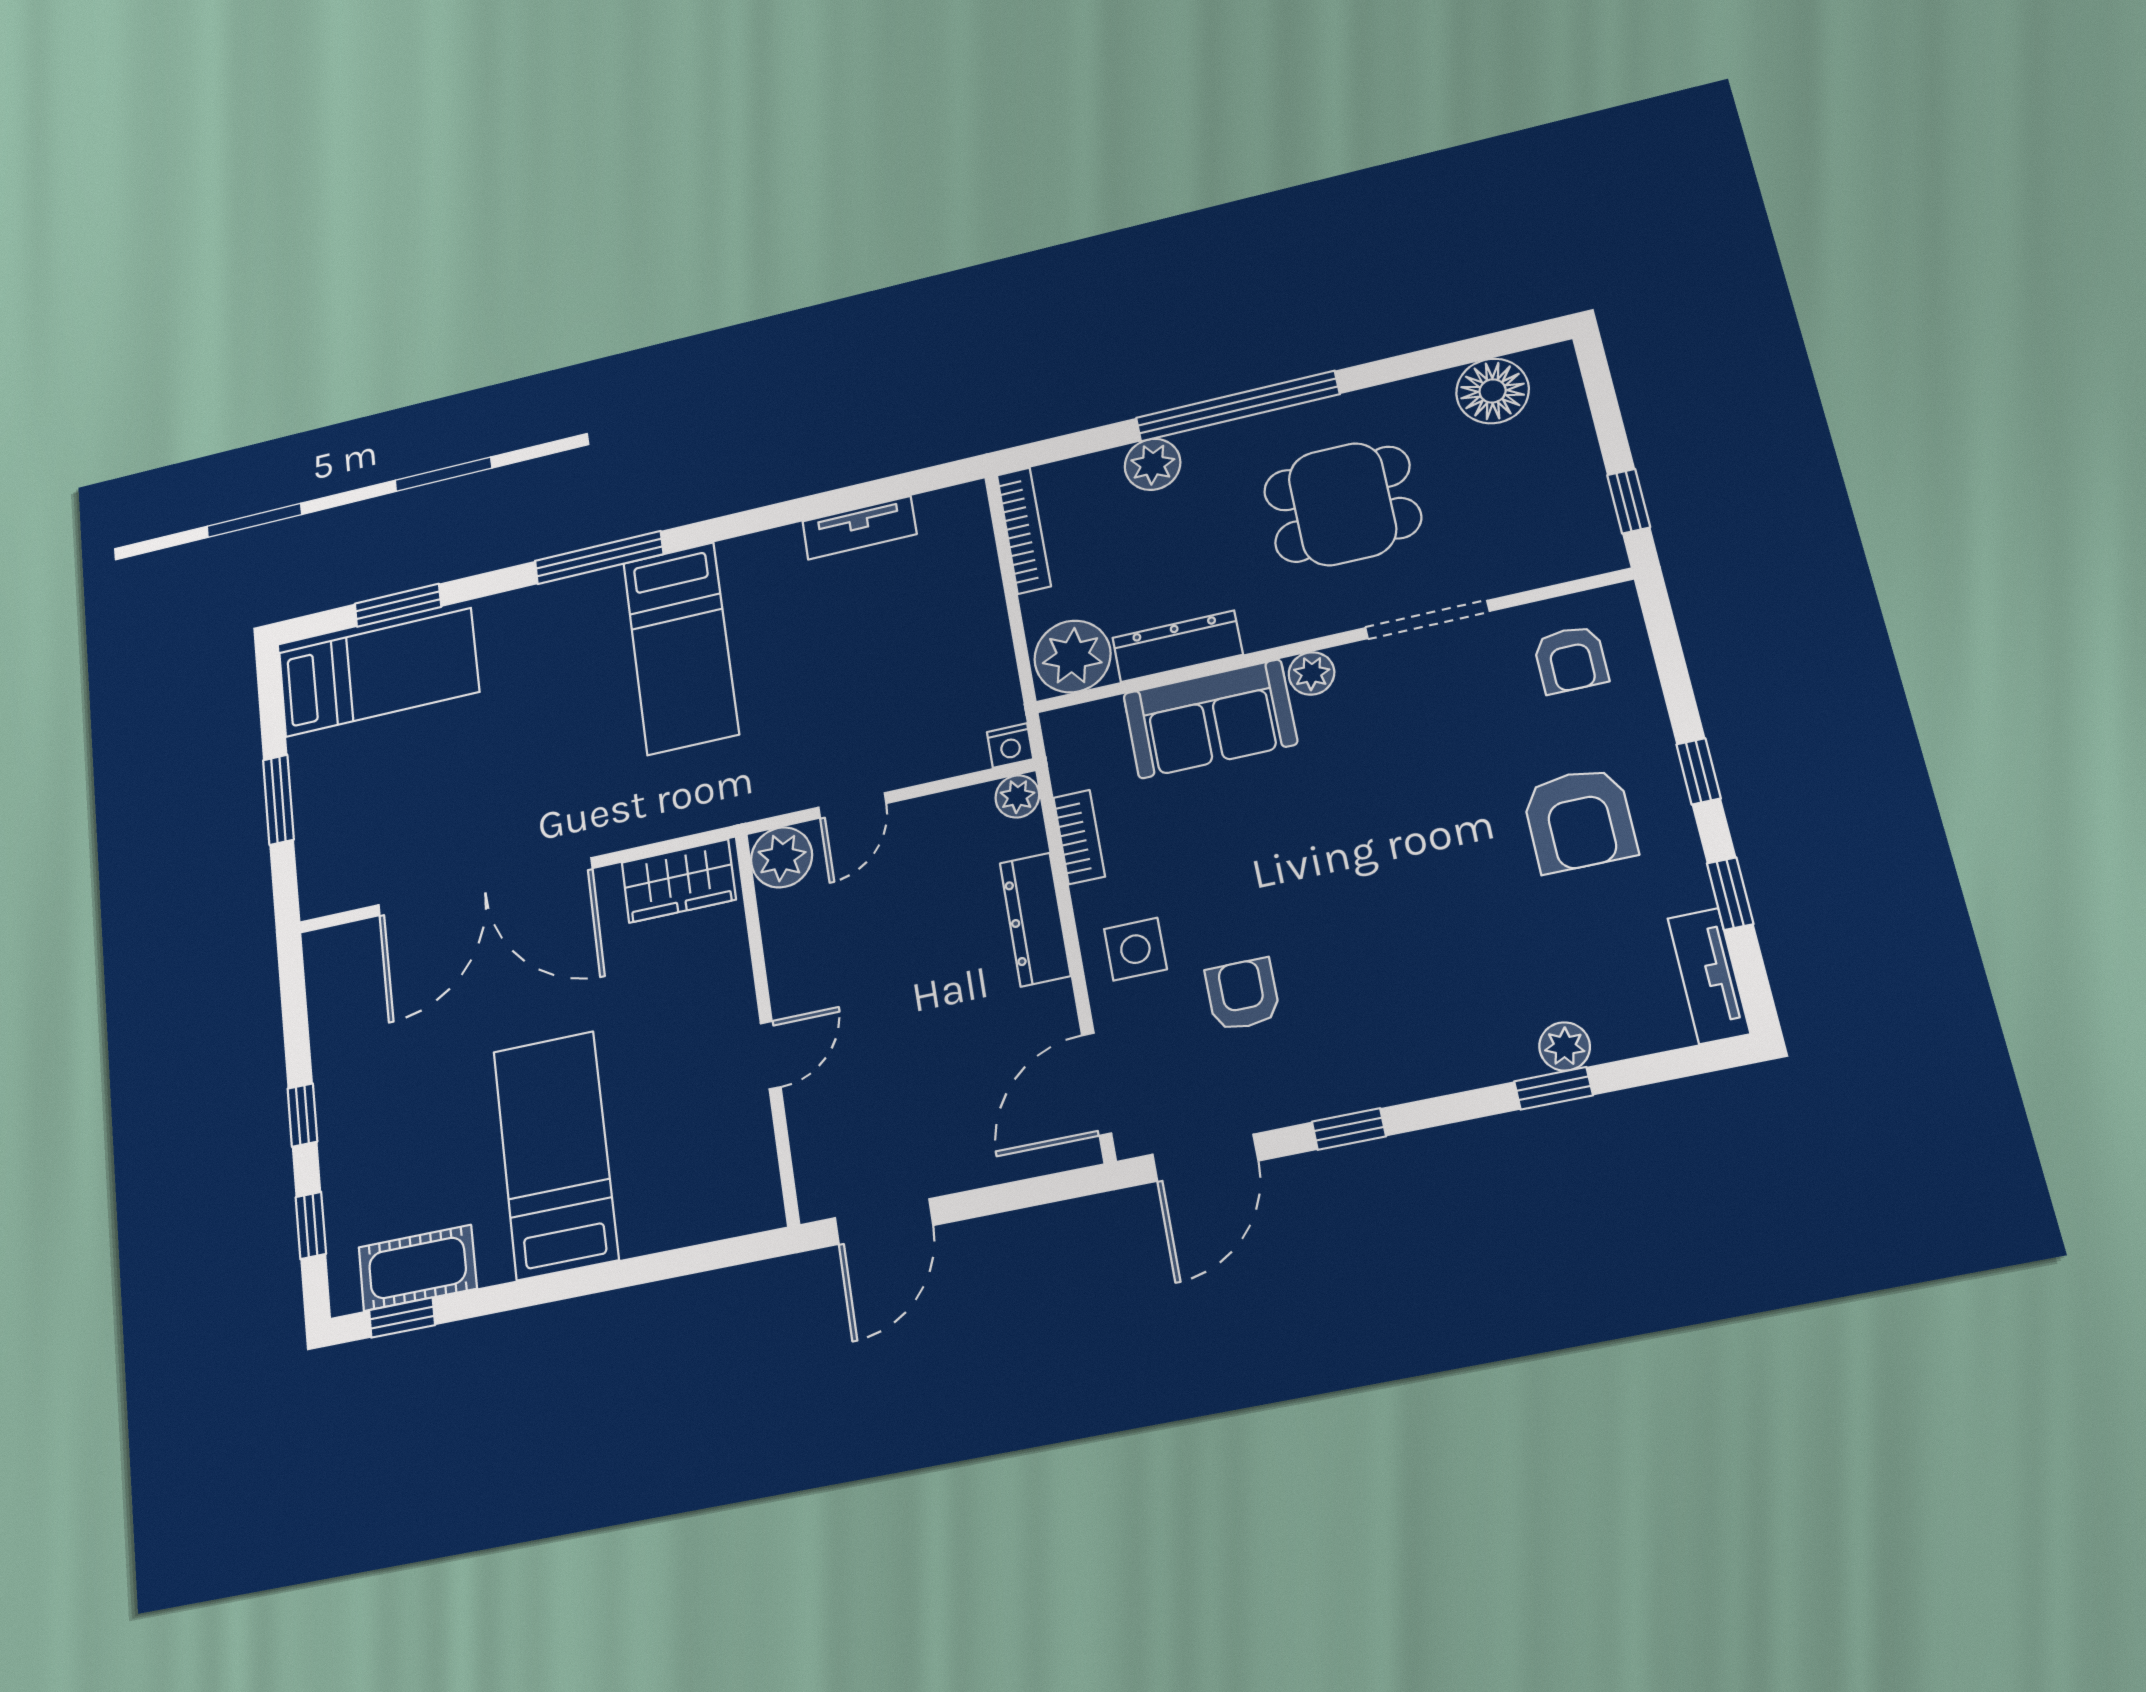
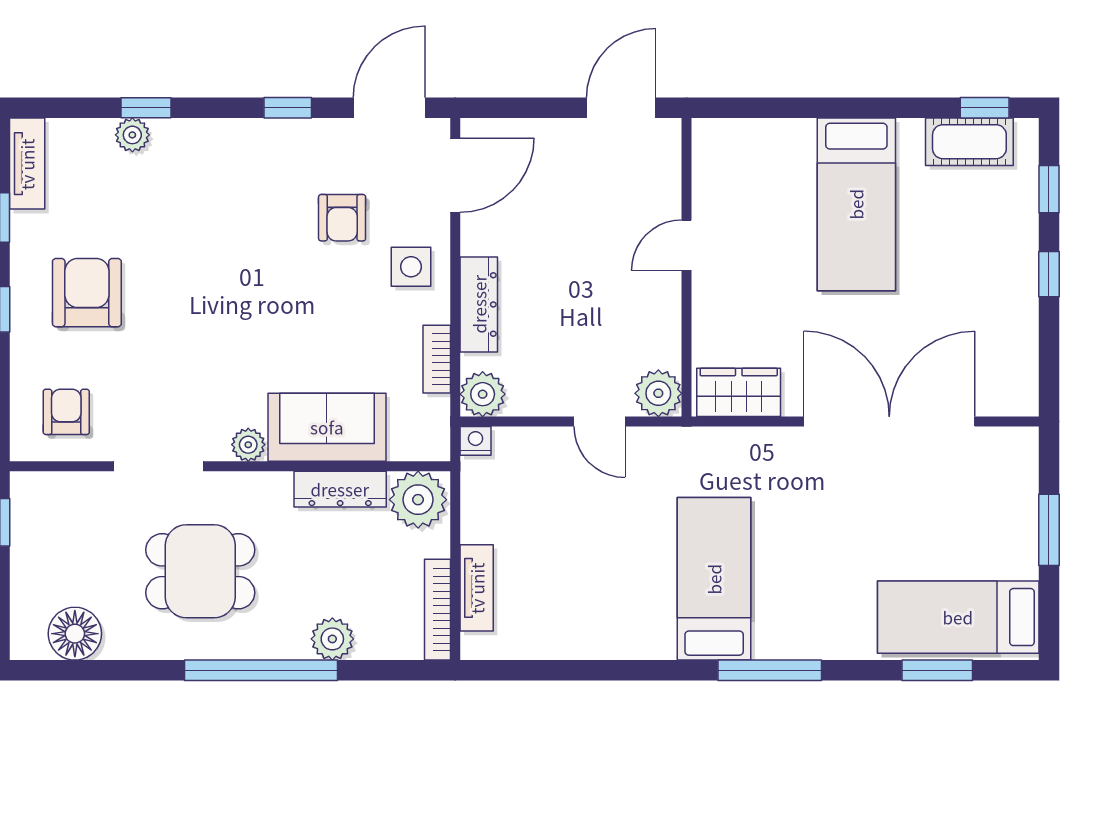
tv unit: (859, 528) -> (477, 588), moved, turned 90
plant: (1017, 796) -> (483, 394), width x1.38, depth x1.38
door: (852, 805) -> (600, 422), swing flipped

